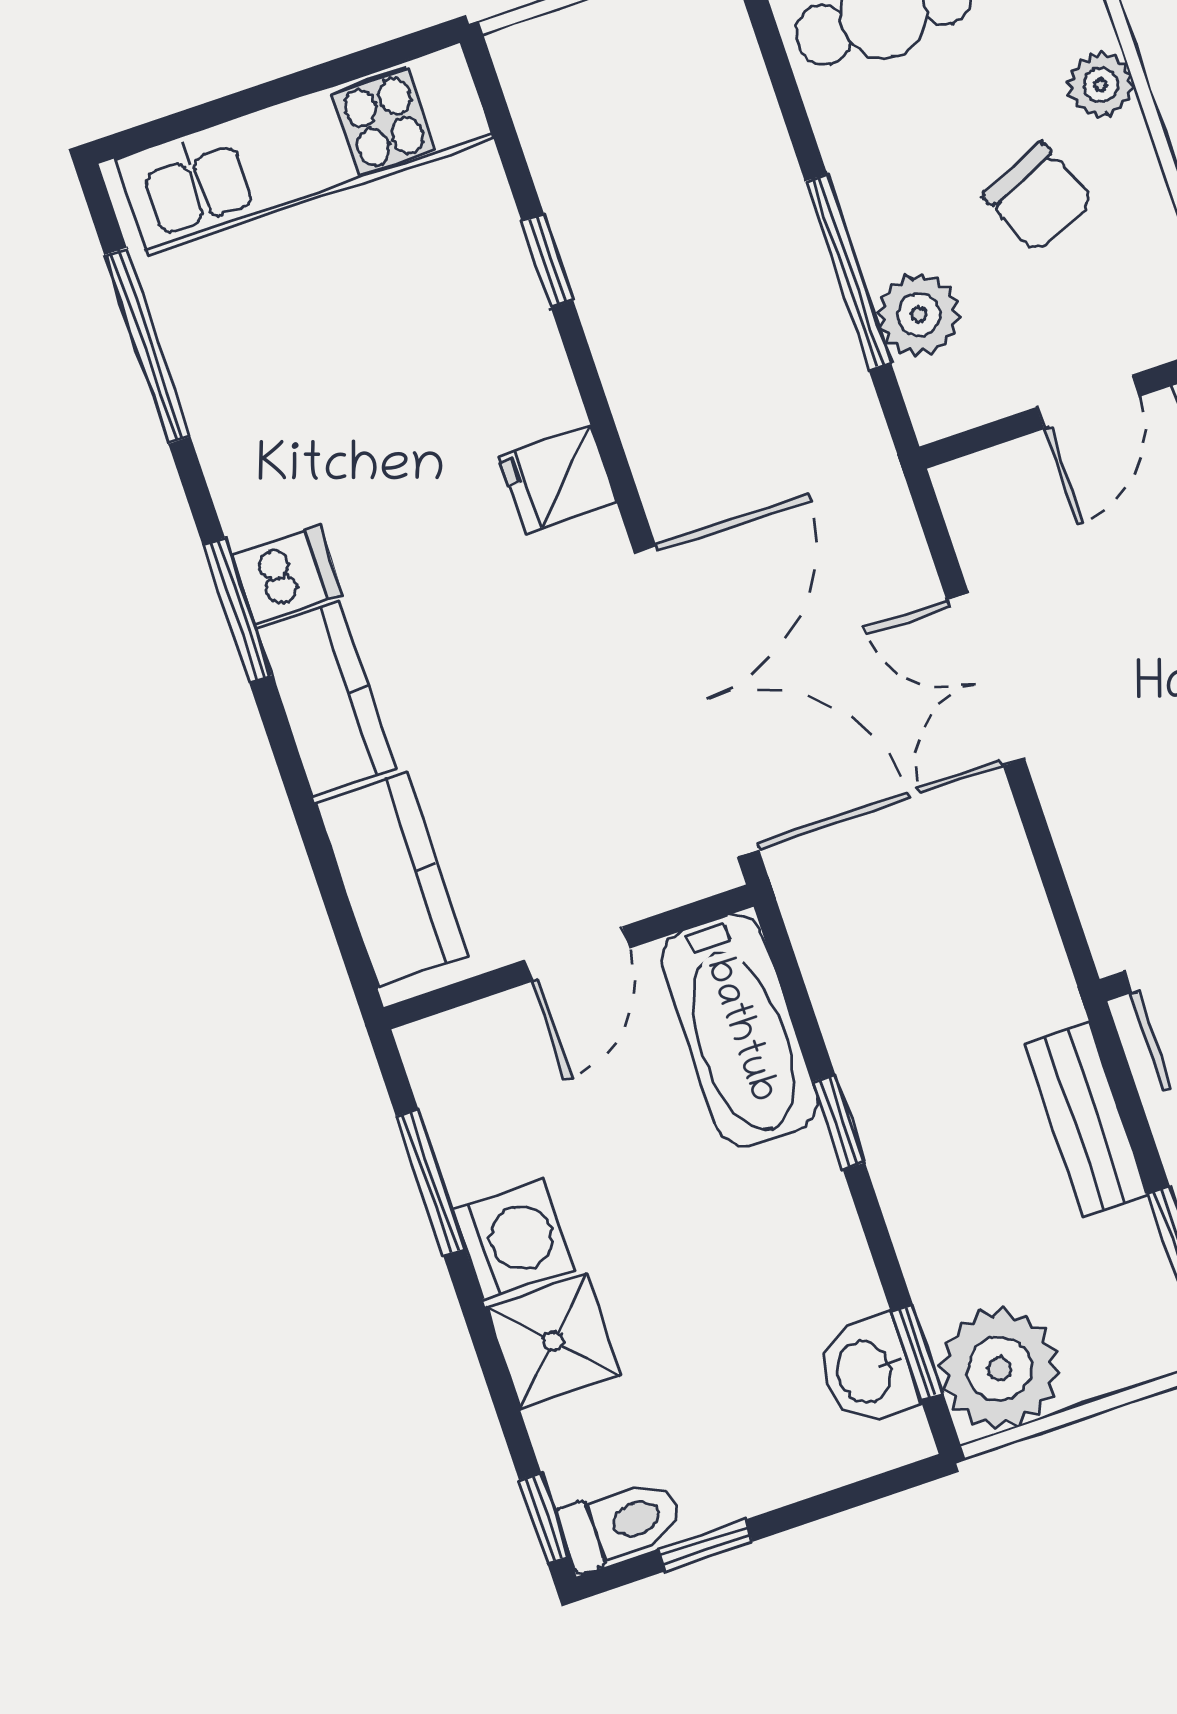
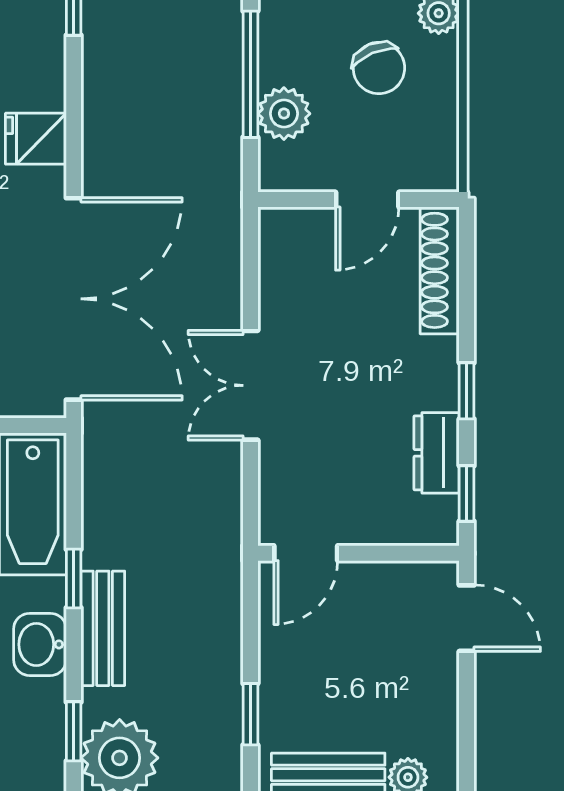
double door: (986, 679) -> (250, 385), moved
bench: (1086, 1119) -> (103, 628), moved
washbasin: (867, 1371) -> (40, 644), moved

